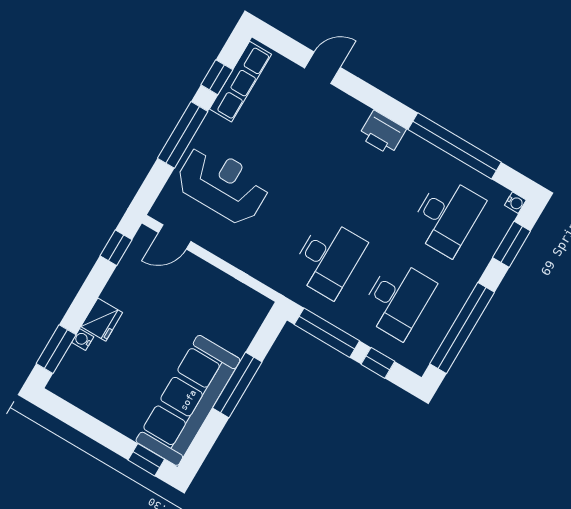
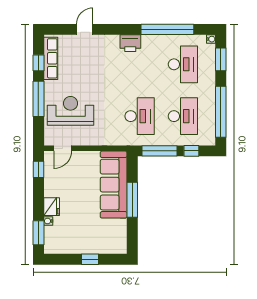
sofa: (188, 400) -> (114, 185), moved
window: (146, 460) -> (90, 259), moved

